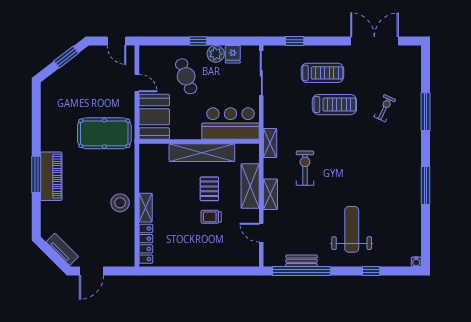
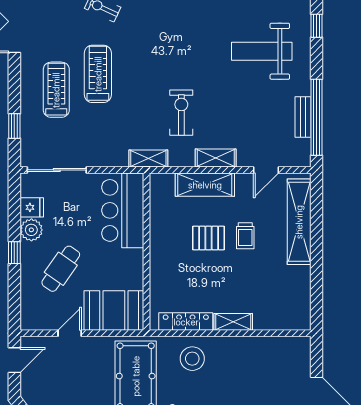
cafe table: (186, 76) -> (61, 269), turned -35
shelving: (202, 153) -> (299, 222), moved
exercise bike: (305, 168) -> (181, 113), turned 90
stool: (120, 203) -> (192, 359), moved
locker: (146, 244) -> (186, 322), moved

